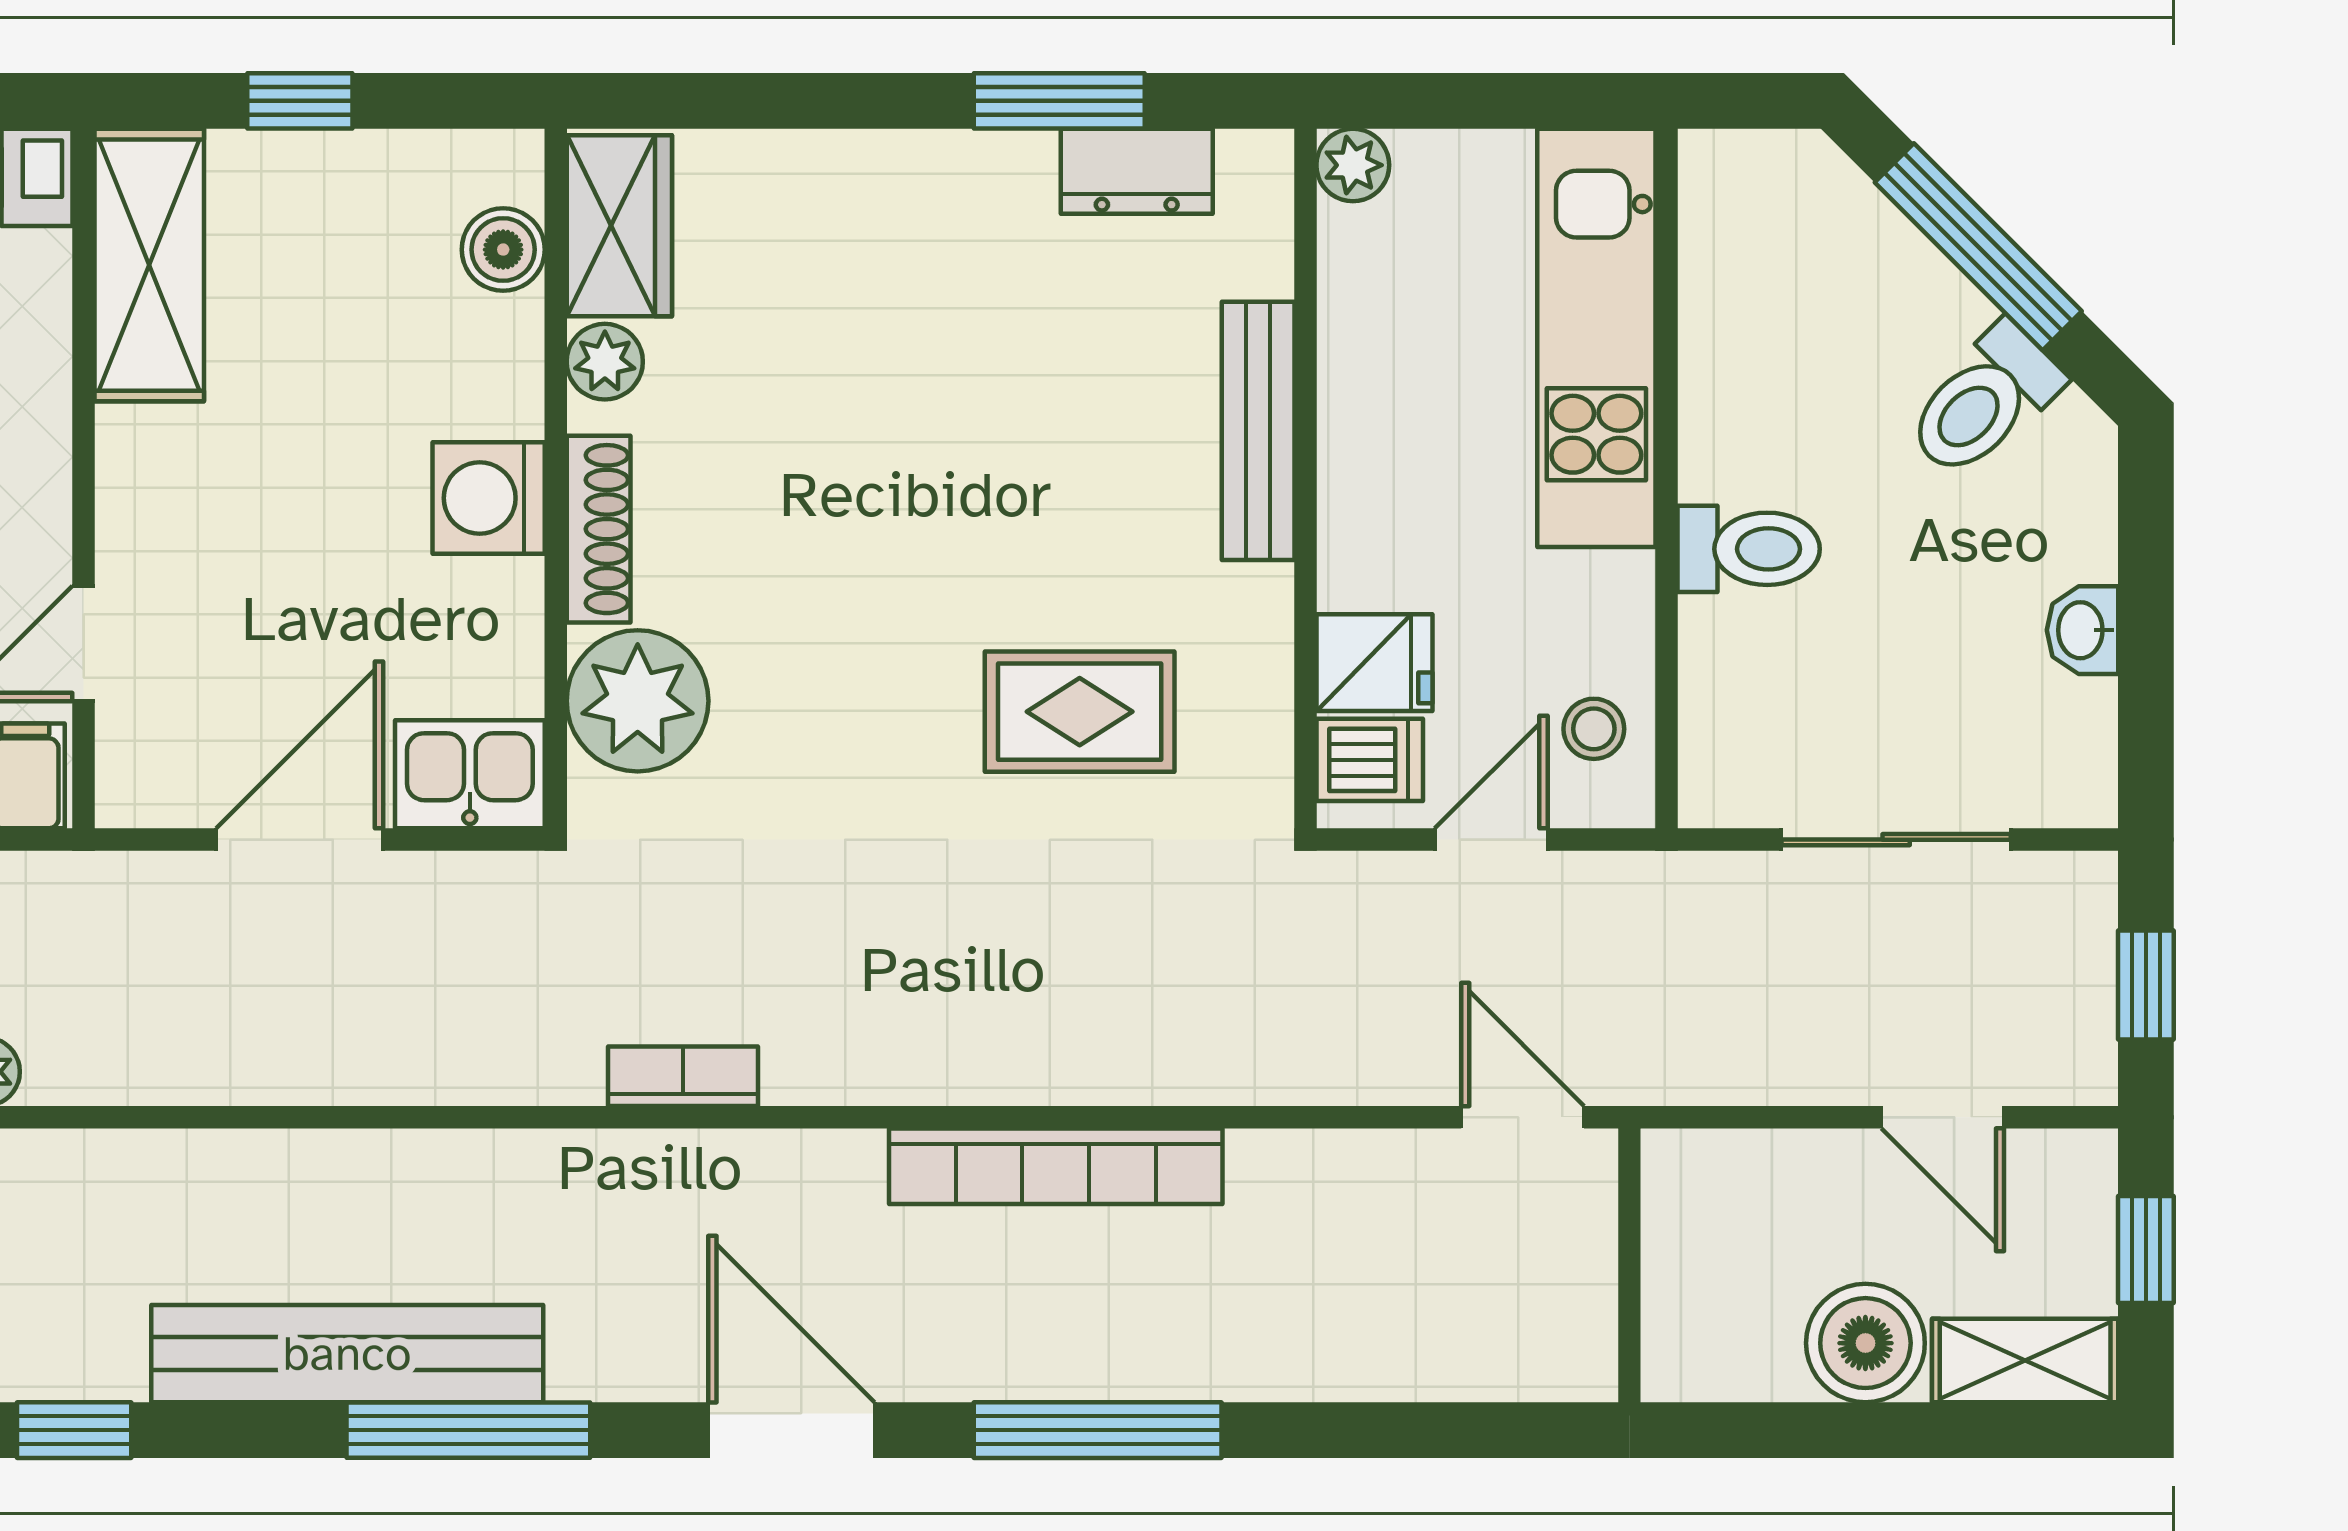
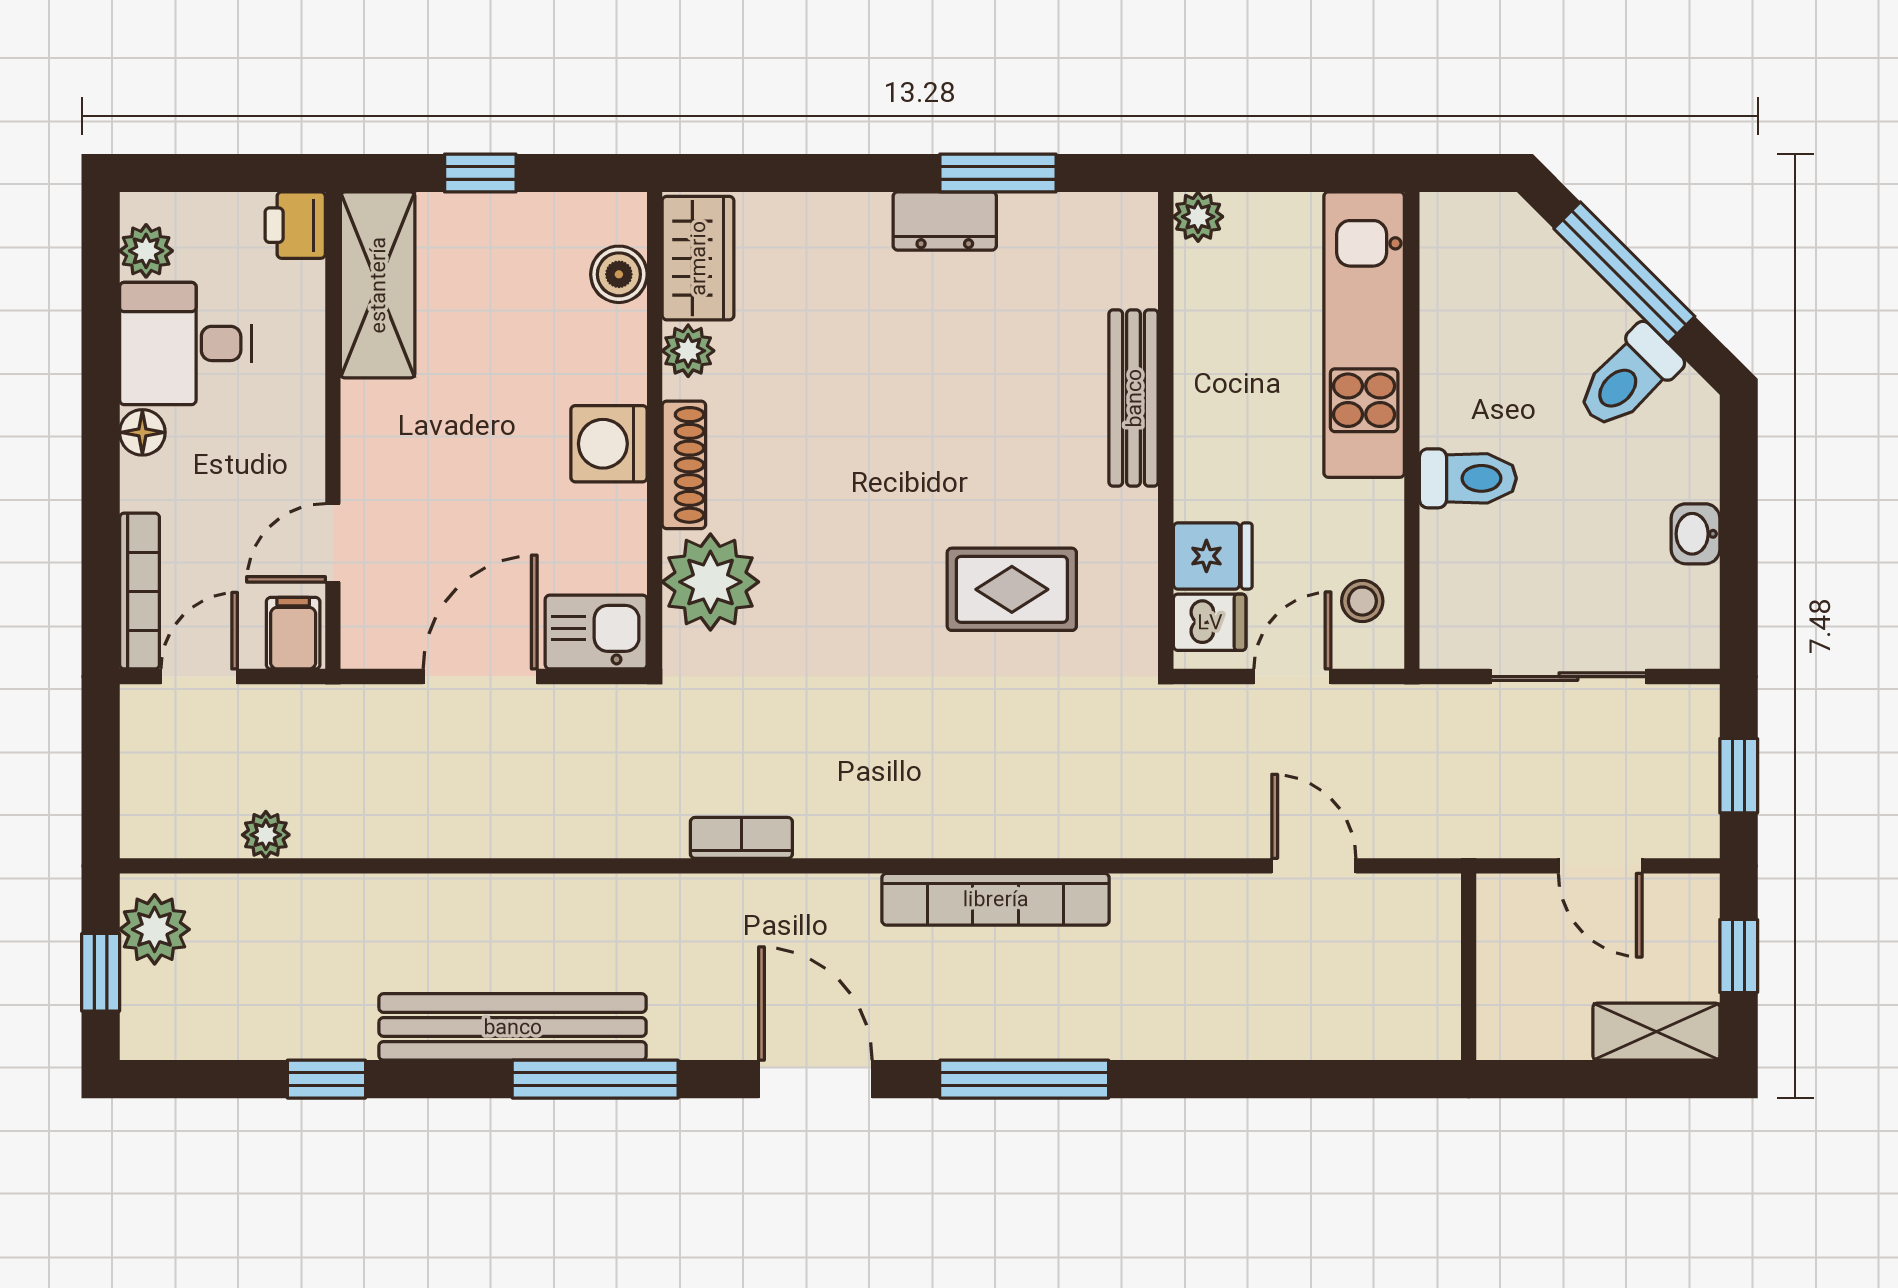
dresser: (1137, 171) -> (945, 221), moved
wall: (1629, 1265) -> (1469, 967), moved
boiler: (1865, 1343) -> (1548, 1020), removed

